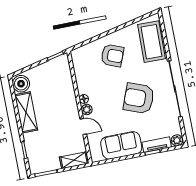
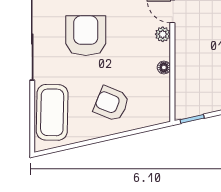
armchair: (139, 98) -> (86, 36), turned -111
floor lamp: (84, 99) -> (164, 67), moved

